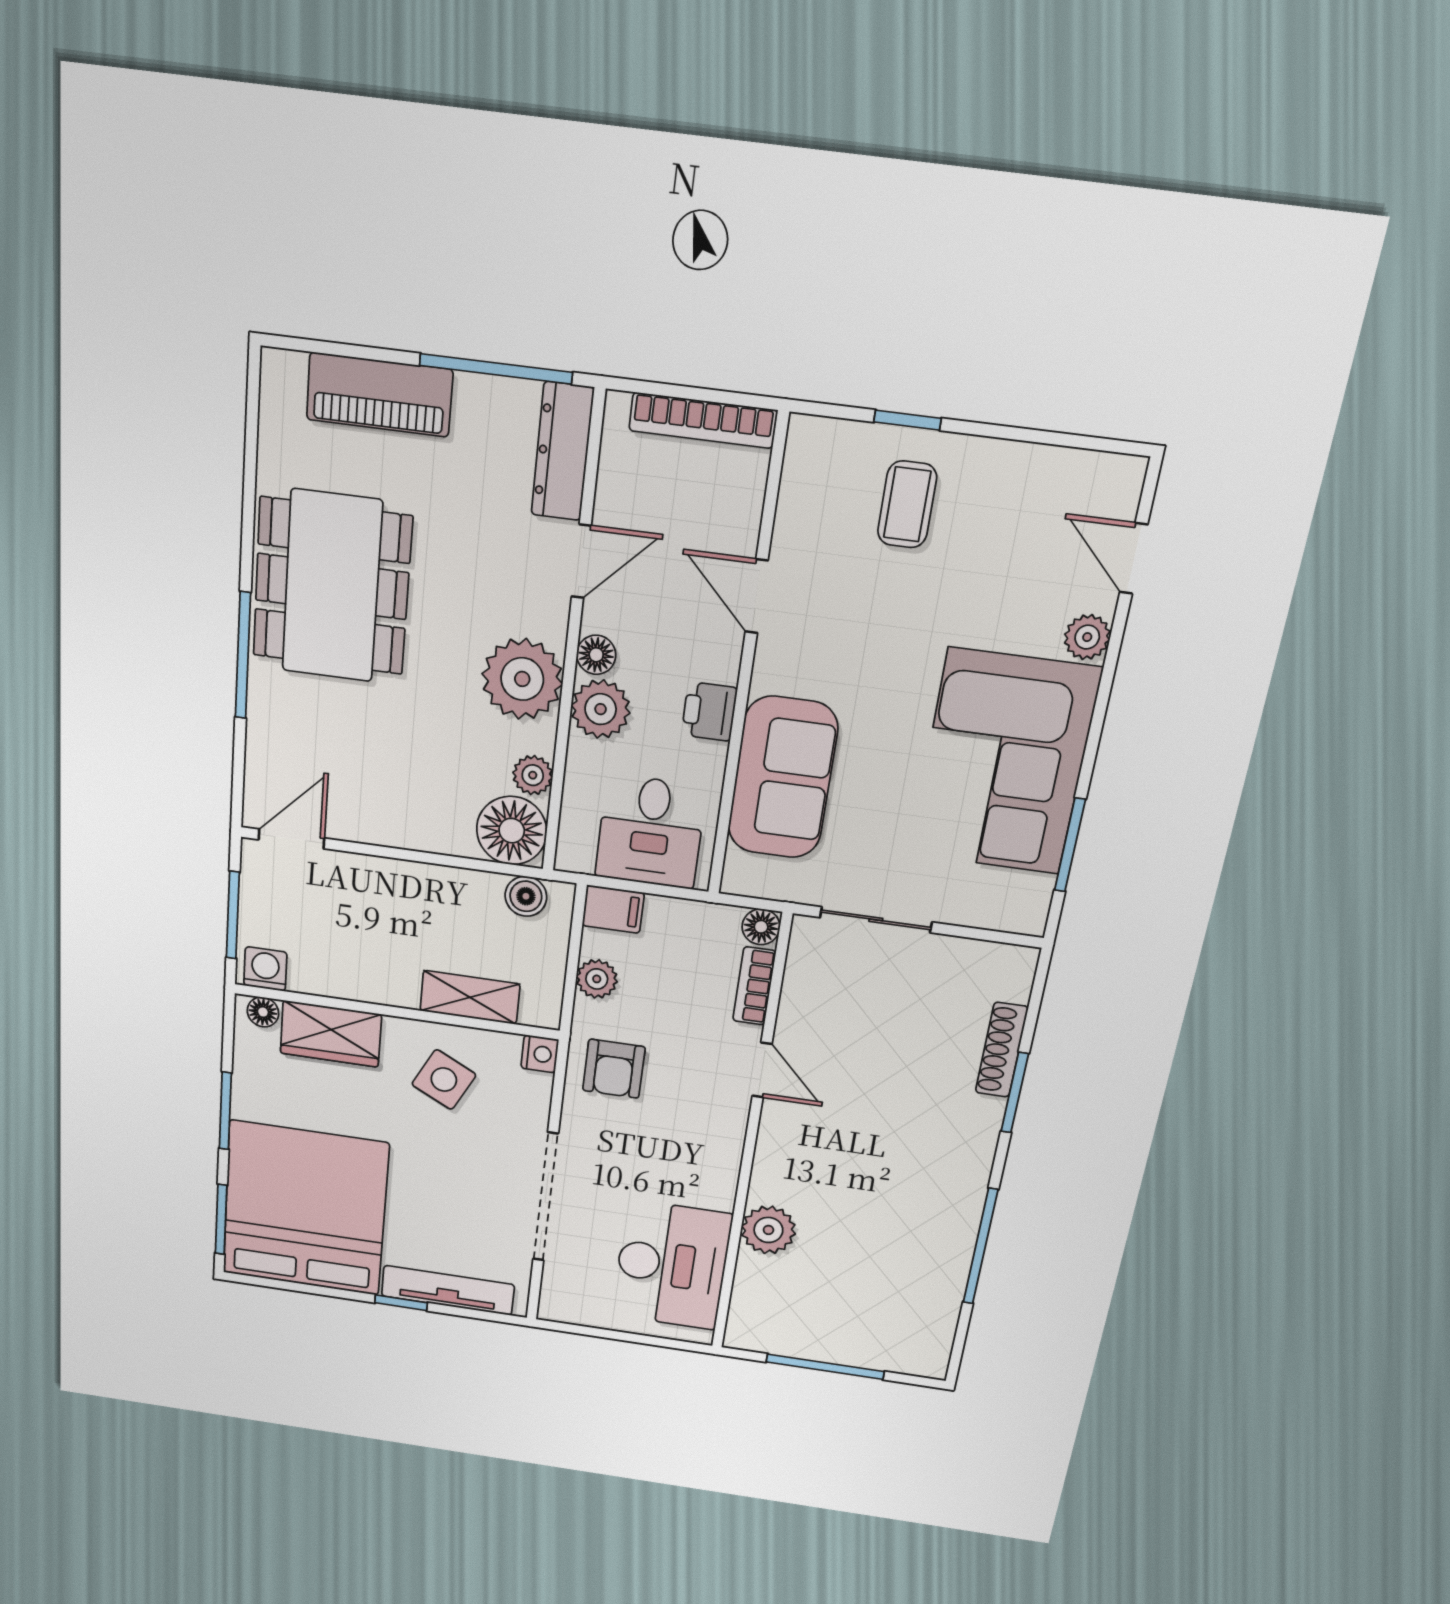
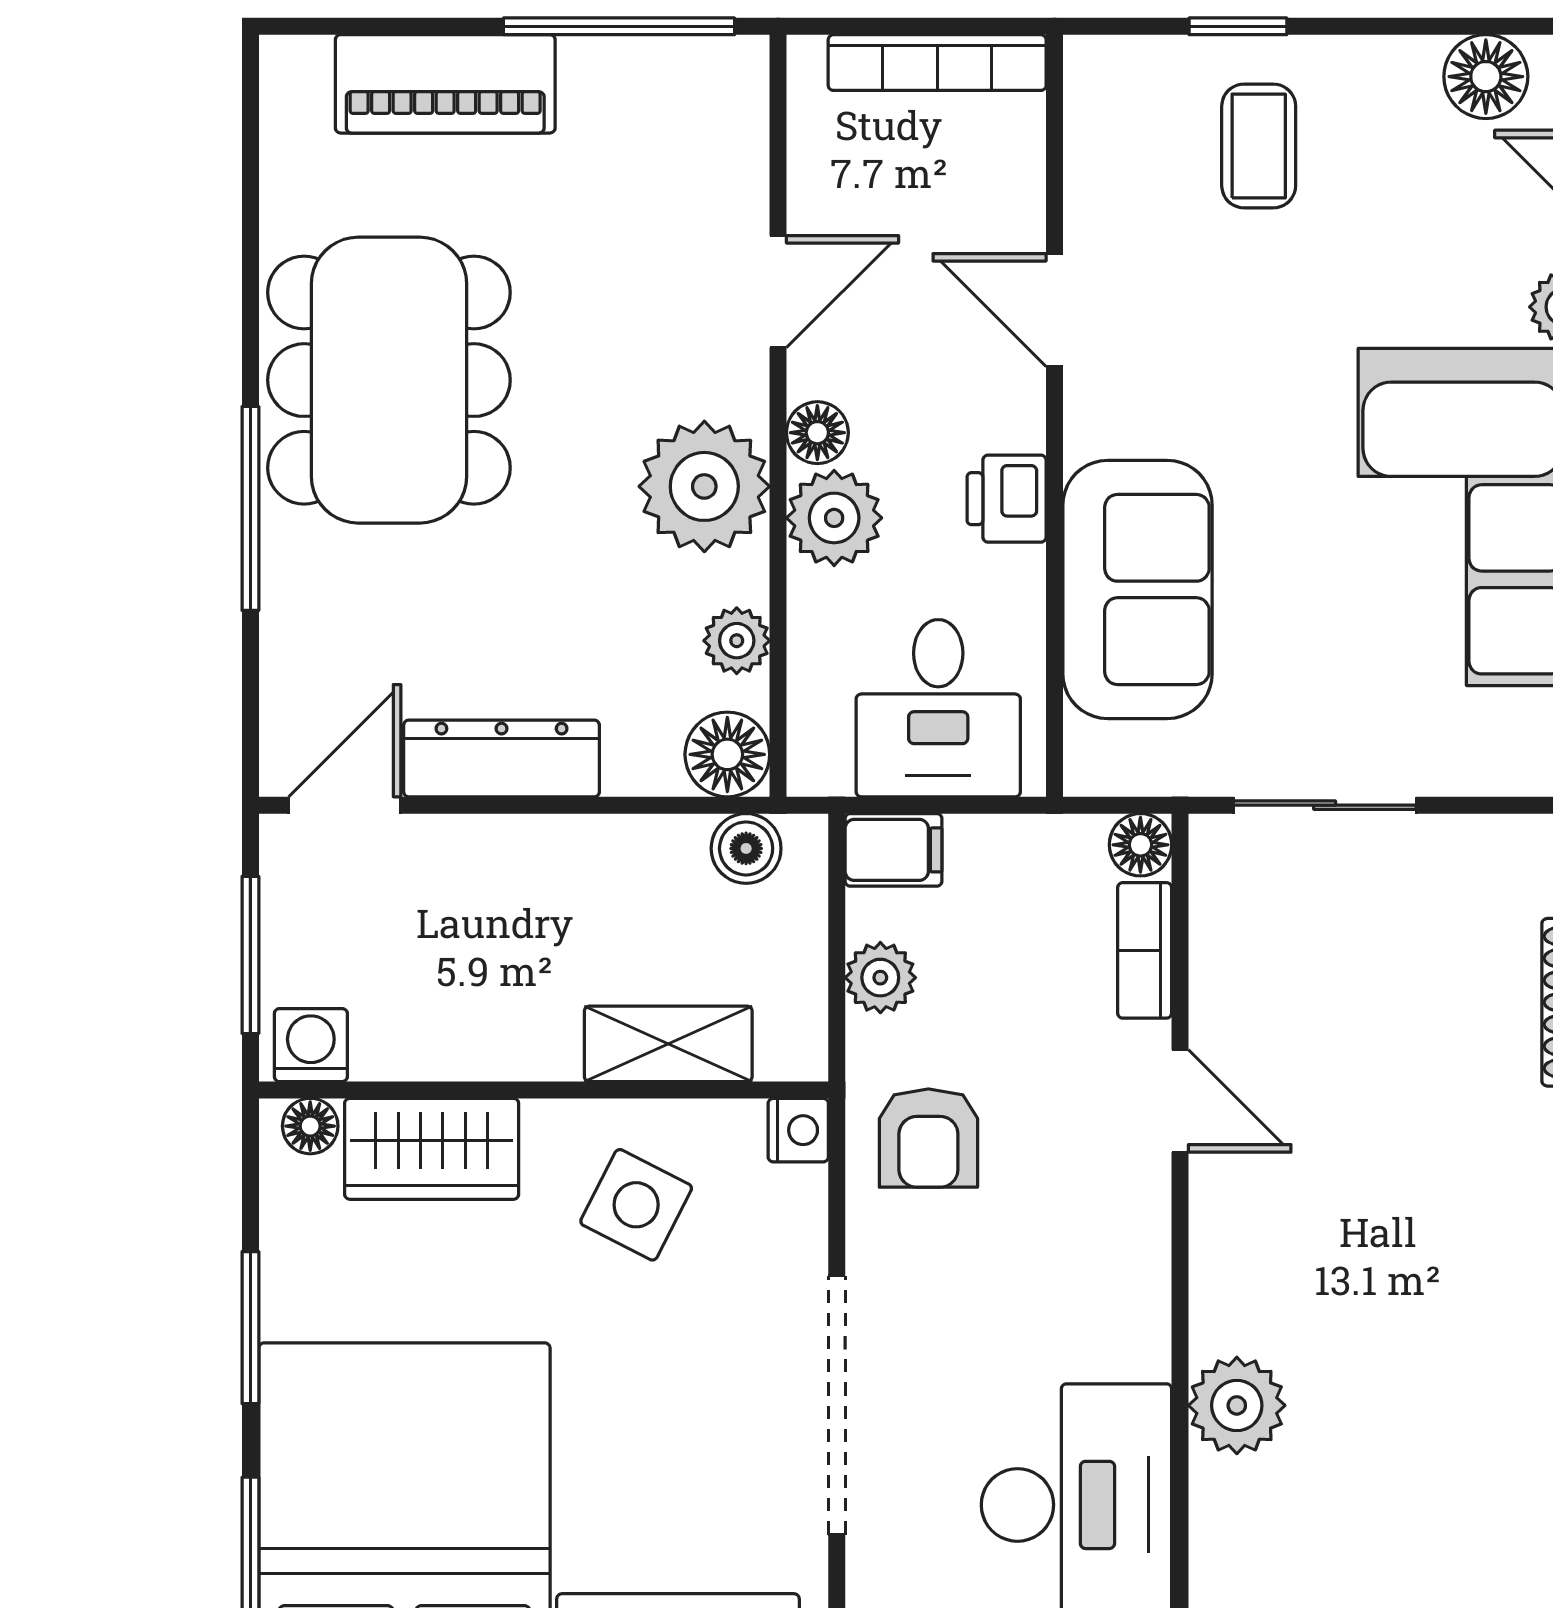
dresser: (562, 452) -> (502, 758), moved, turned 90
floor lamp: (1068, 476) -> (1486, 77), added
floor lamp: (512, 831) -> (727, 754), width x0.73, depth x0.73

